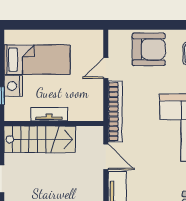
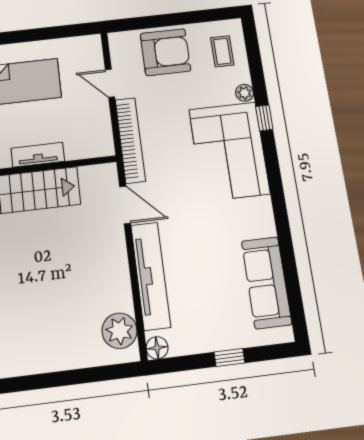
door: (106, 68) -> (110, 83), hinge flipped

